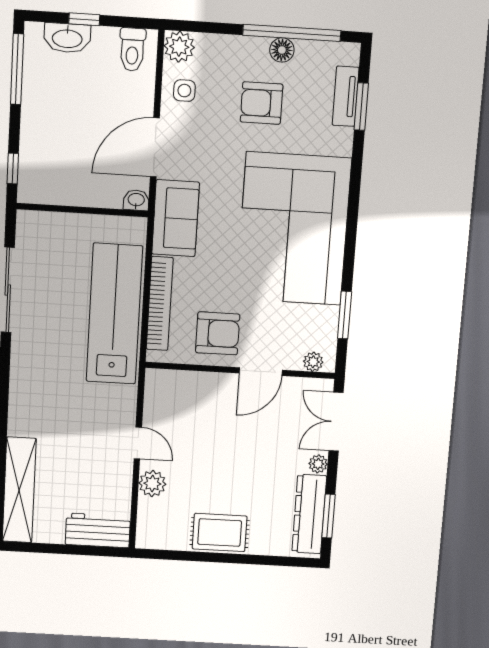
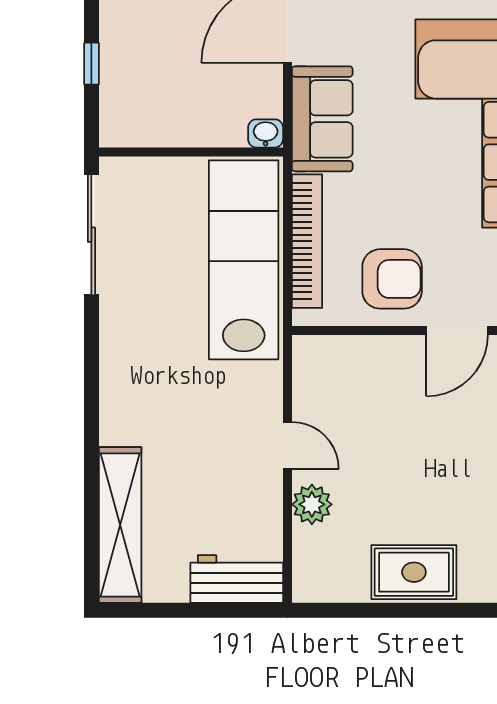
washbasin: (136, 200) -> (266, 133), moved
wall: (82, 210) -> (191, 152), moved

